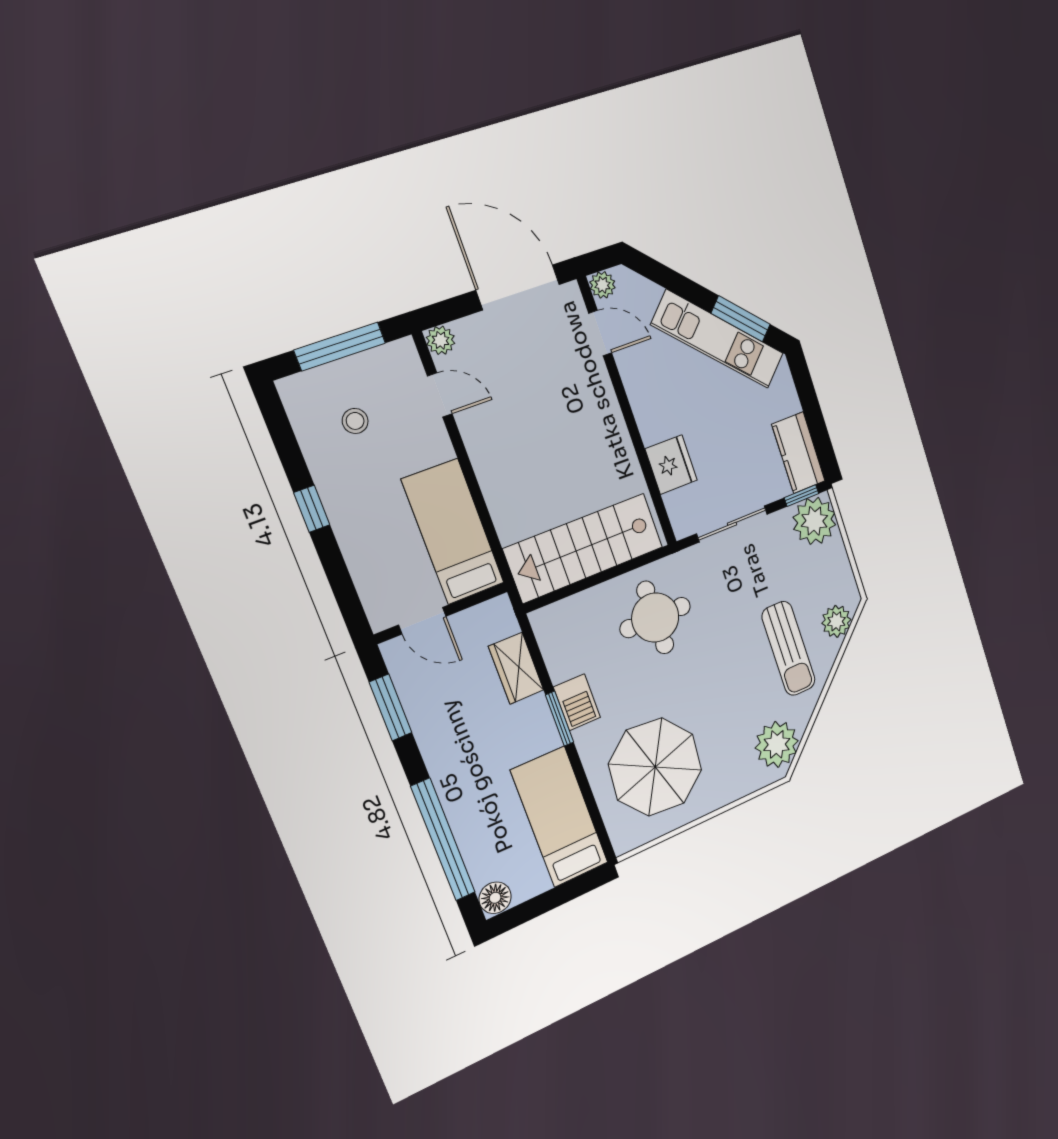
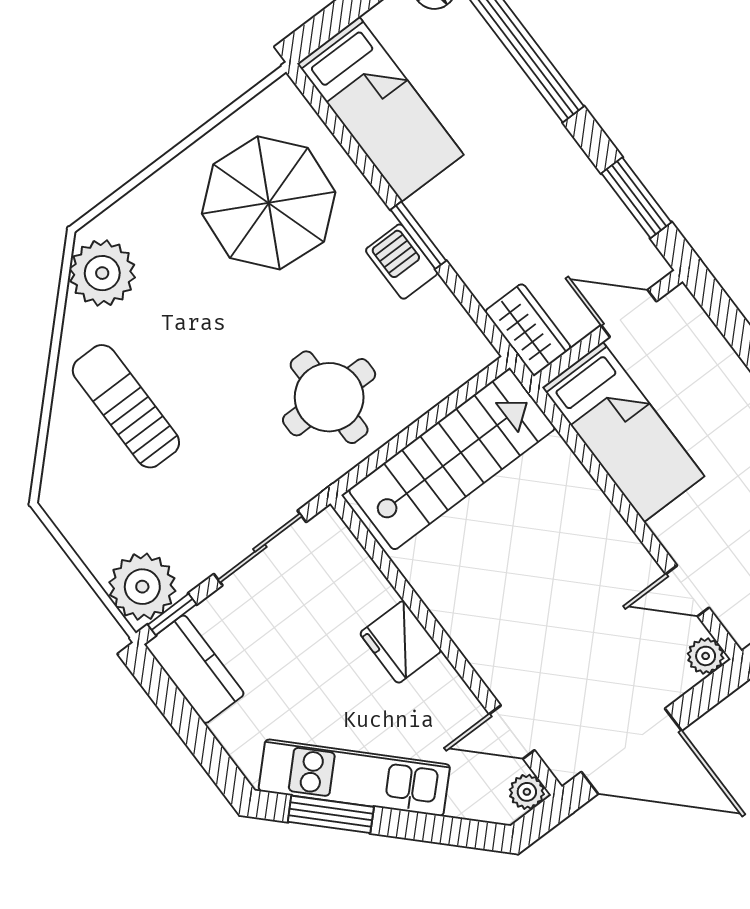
fridge: (671, 465) -> (401, 642), moved
plant: (836, 621) -> (66, 462), removed
wardrobe: (516, 668) -> (528, 330), moved

